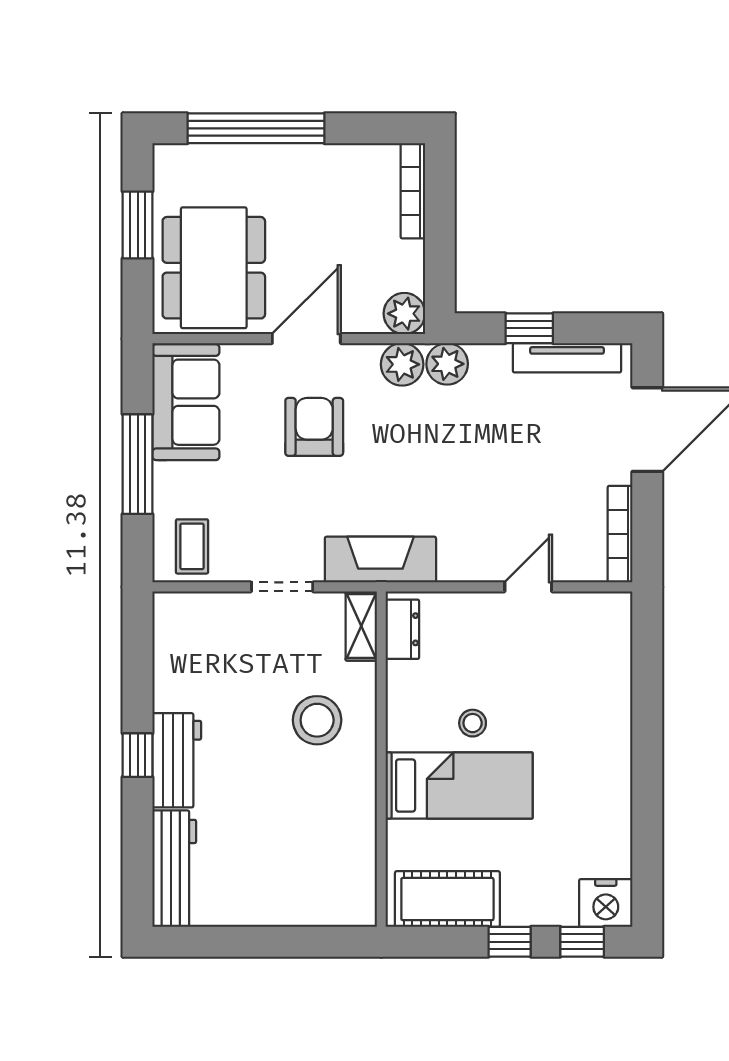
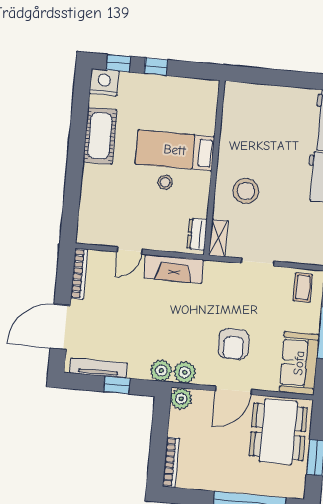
fireplace: (380, 560) -> (174, 269), moved
cot: (447, 899) -> (100, 136), moved, turned 90

